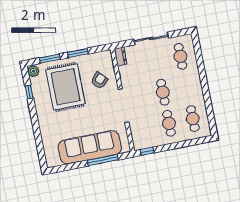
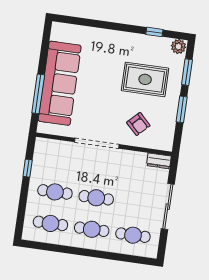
rug: (65, 87) -> (145, 79), width x0.73, depth x0.69
cafe table: (187, 87) -> (92, 229), added
window: (147, 151) -> (28, 168), moved

